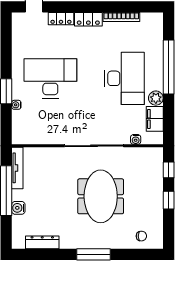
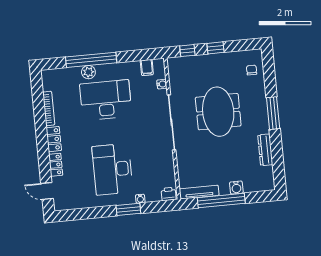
plant: (156, 98) -> (88, 72), moved
filing cabinet: (155, 119) -> (147, 68), width x0.50
printer: (18, 135) -> (169, 194), added
meeting table: (101, 196) -> (218, 112), turned 90
dresser: (42, 242) -> (265, 150), moved

